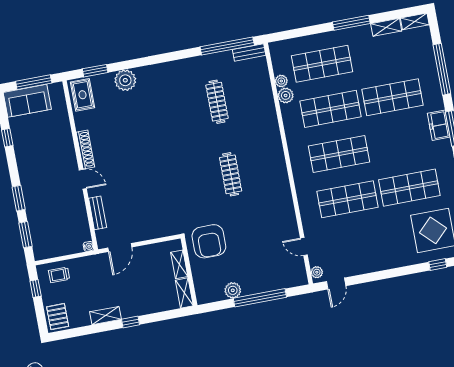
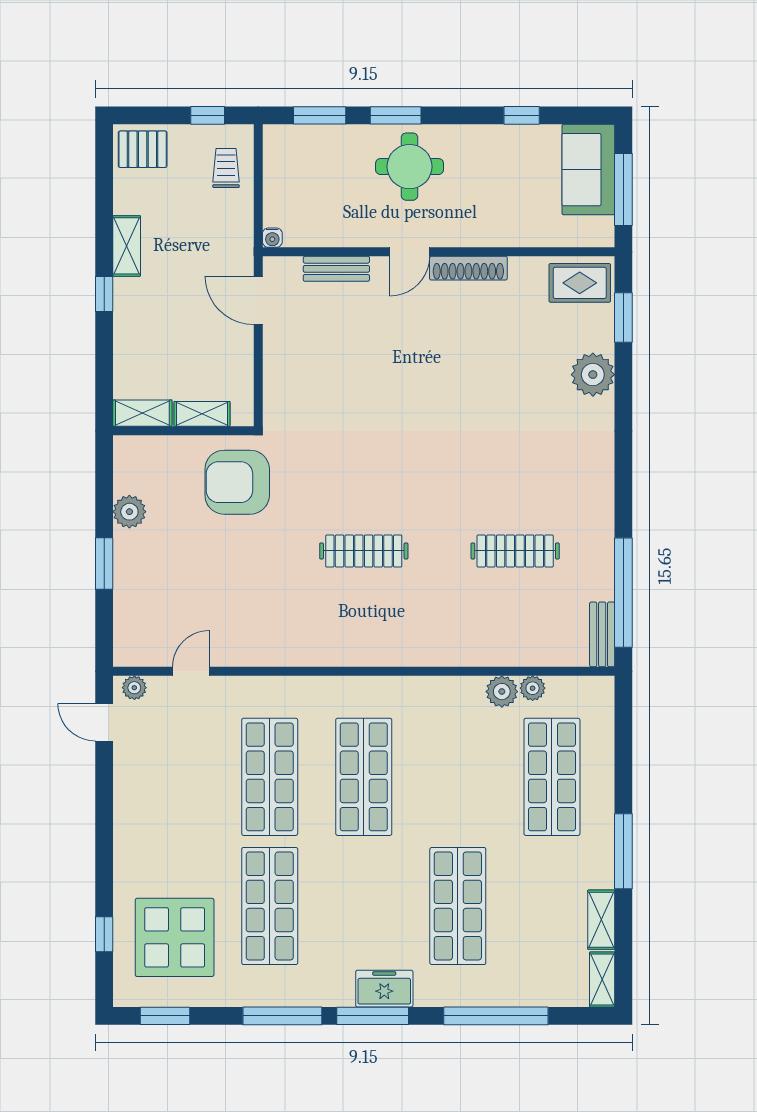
shop shelf: (331, 109) -> (458, 777), removed
round table: (42, 187) -> (410, 167), added
window: (260, 298) -> (104, 564), width x0.47

